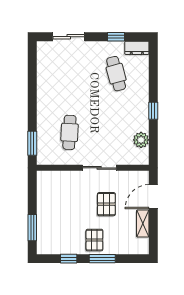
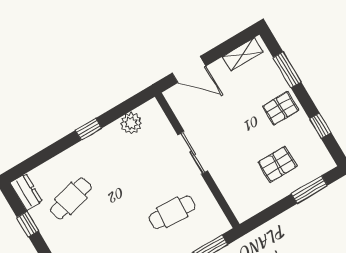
pallet: (106, 204) -> (277, 164), moved
shelving: (143, 223) -> (243, 54), moved
window: (102, 259) -> (287, 70), moved

